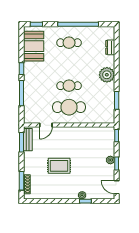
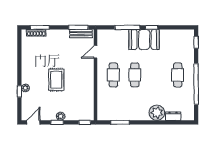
booth: (34, 46) -> (144, 40), moved
plant: (107, 75) -> (157, 113), moved
cafe table: (69, 107) -> (113, 75), width x0.73, depth x0.74
door: (46, 125) -> (95, 52), hinge flipped
rug: (59, 166) -> (56, 80), moved

